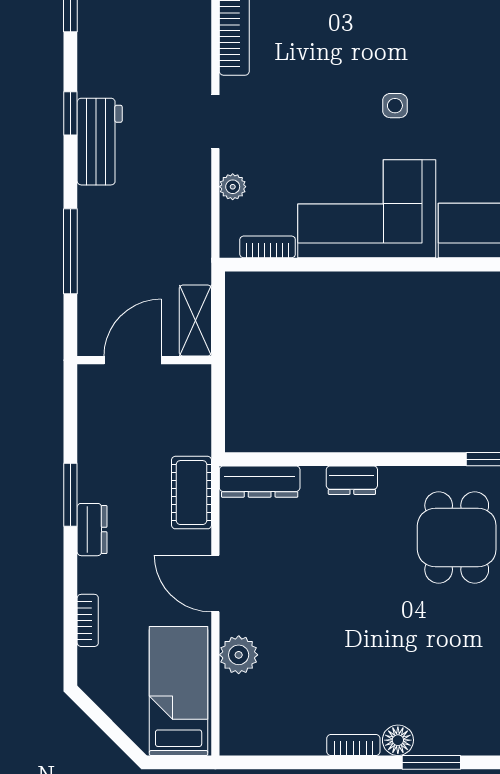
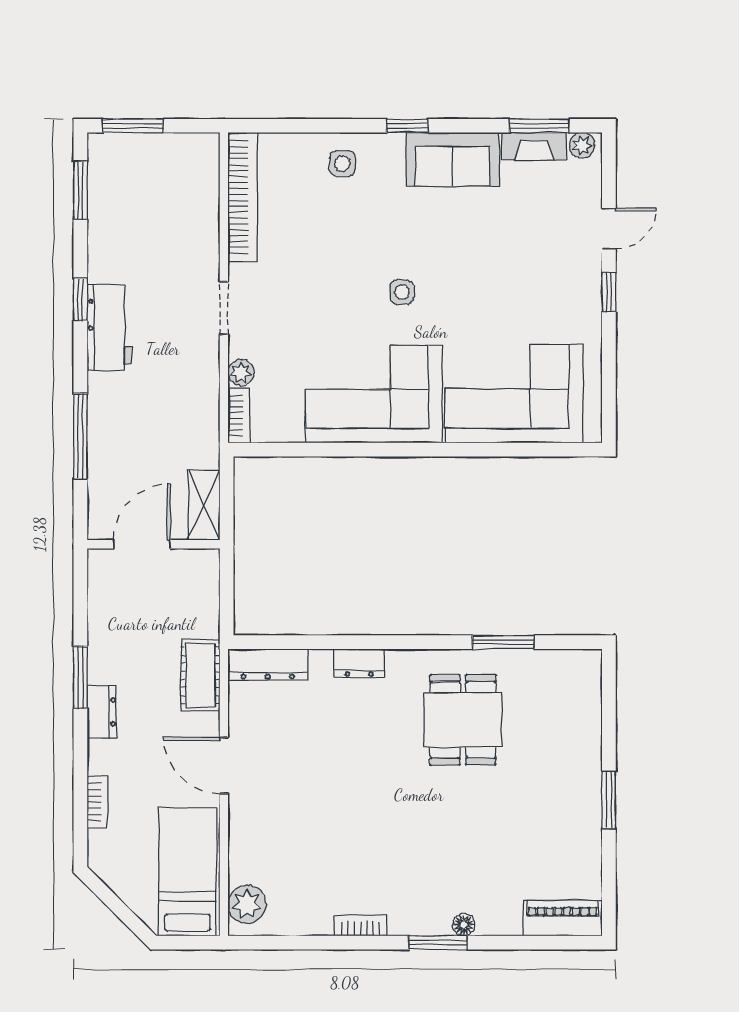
bookcase: (268, 247) -> (239, 416), moved, turned 90
plant: (239, 655) -> (247, 904), moved
floor lamp: (398, 740) -> (464, 925), moved, width x0.73, depth x0.73

